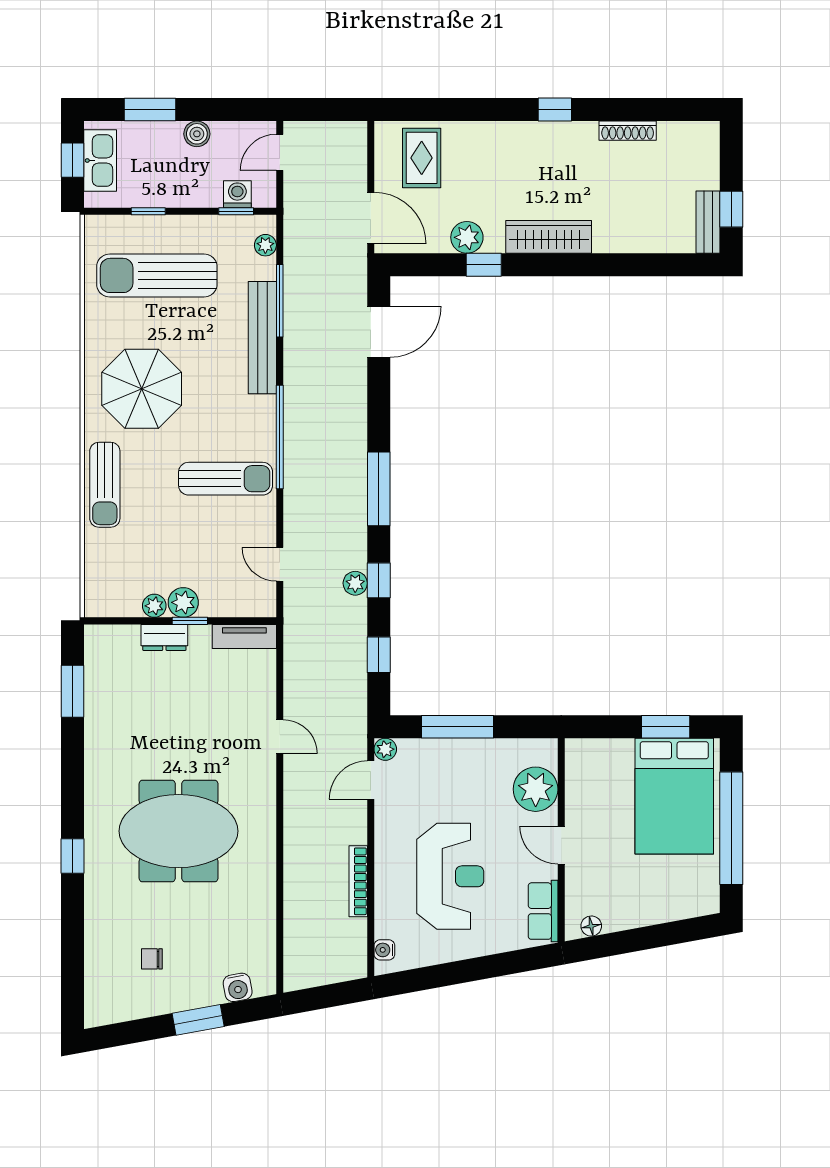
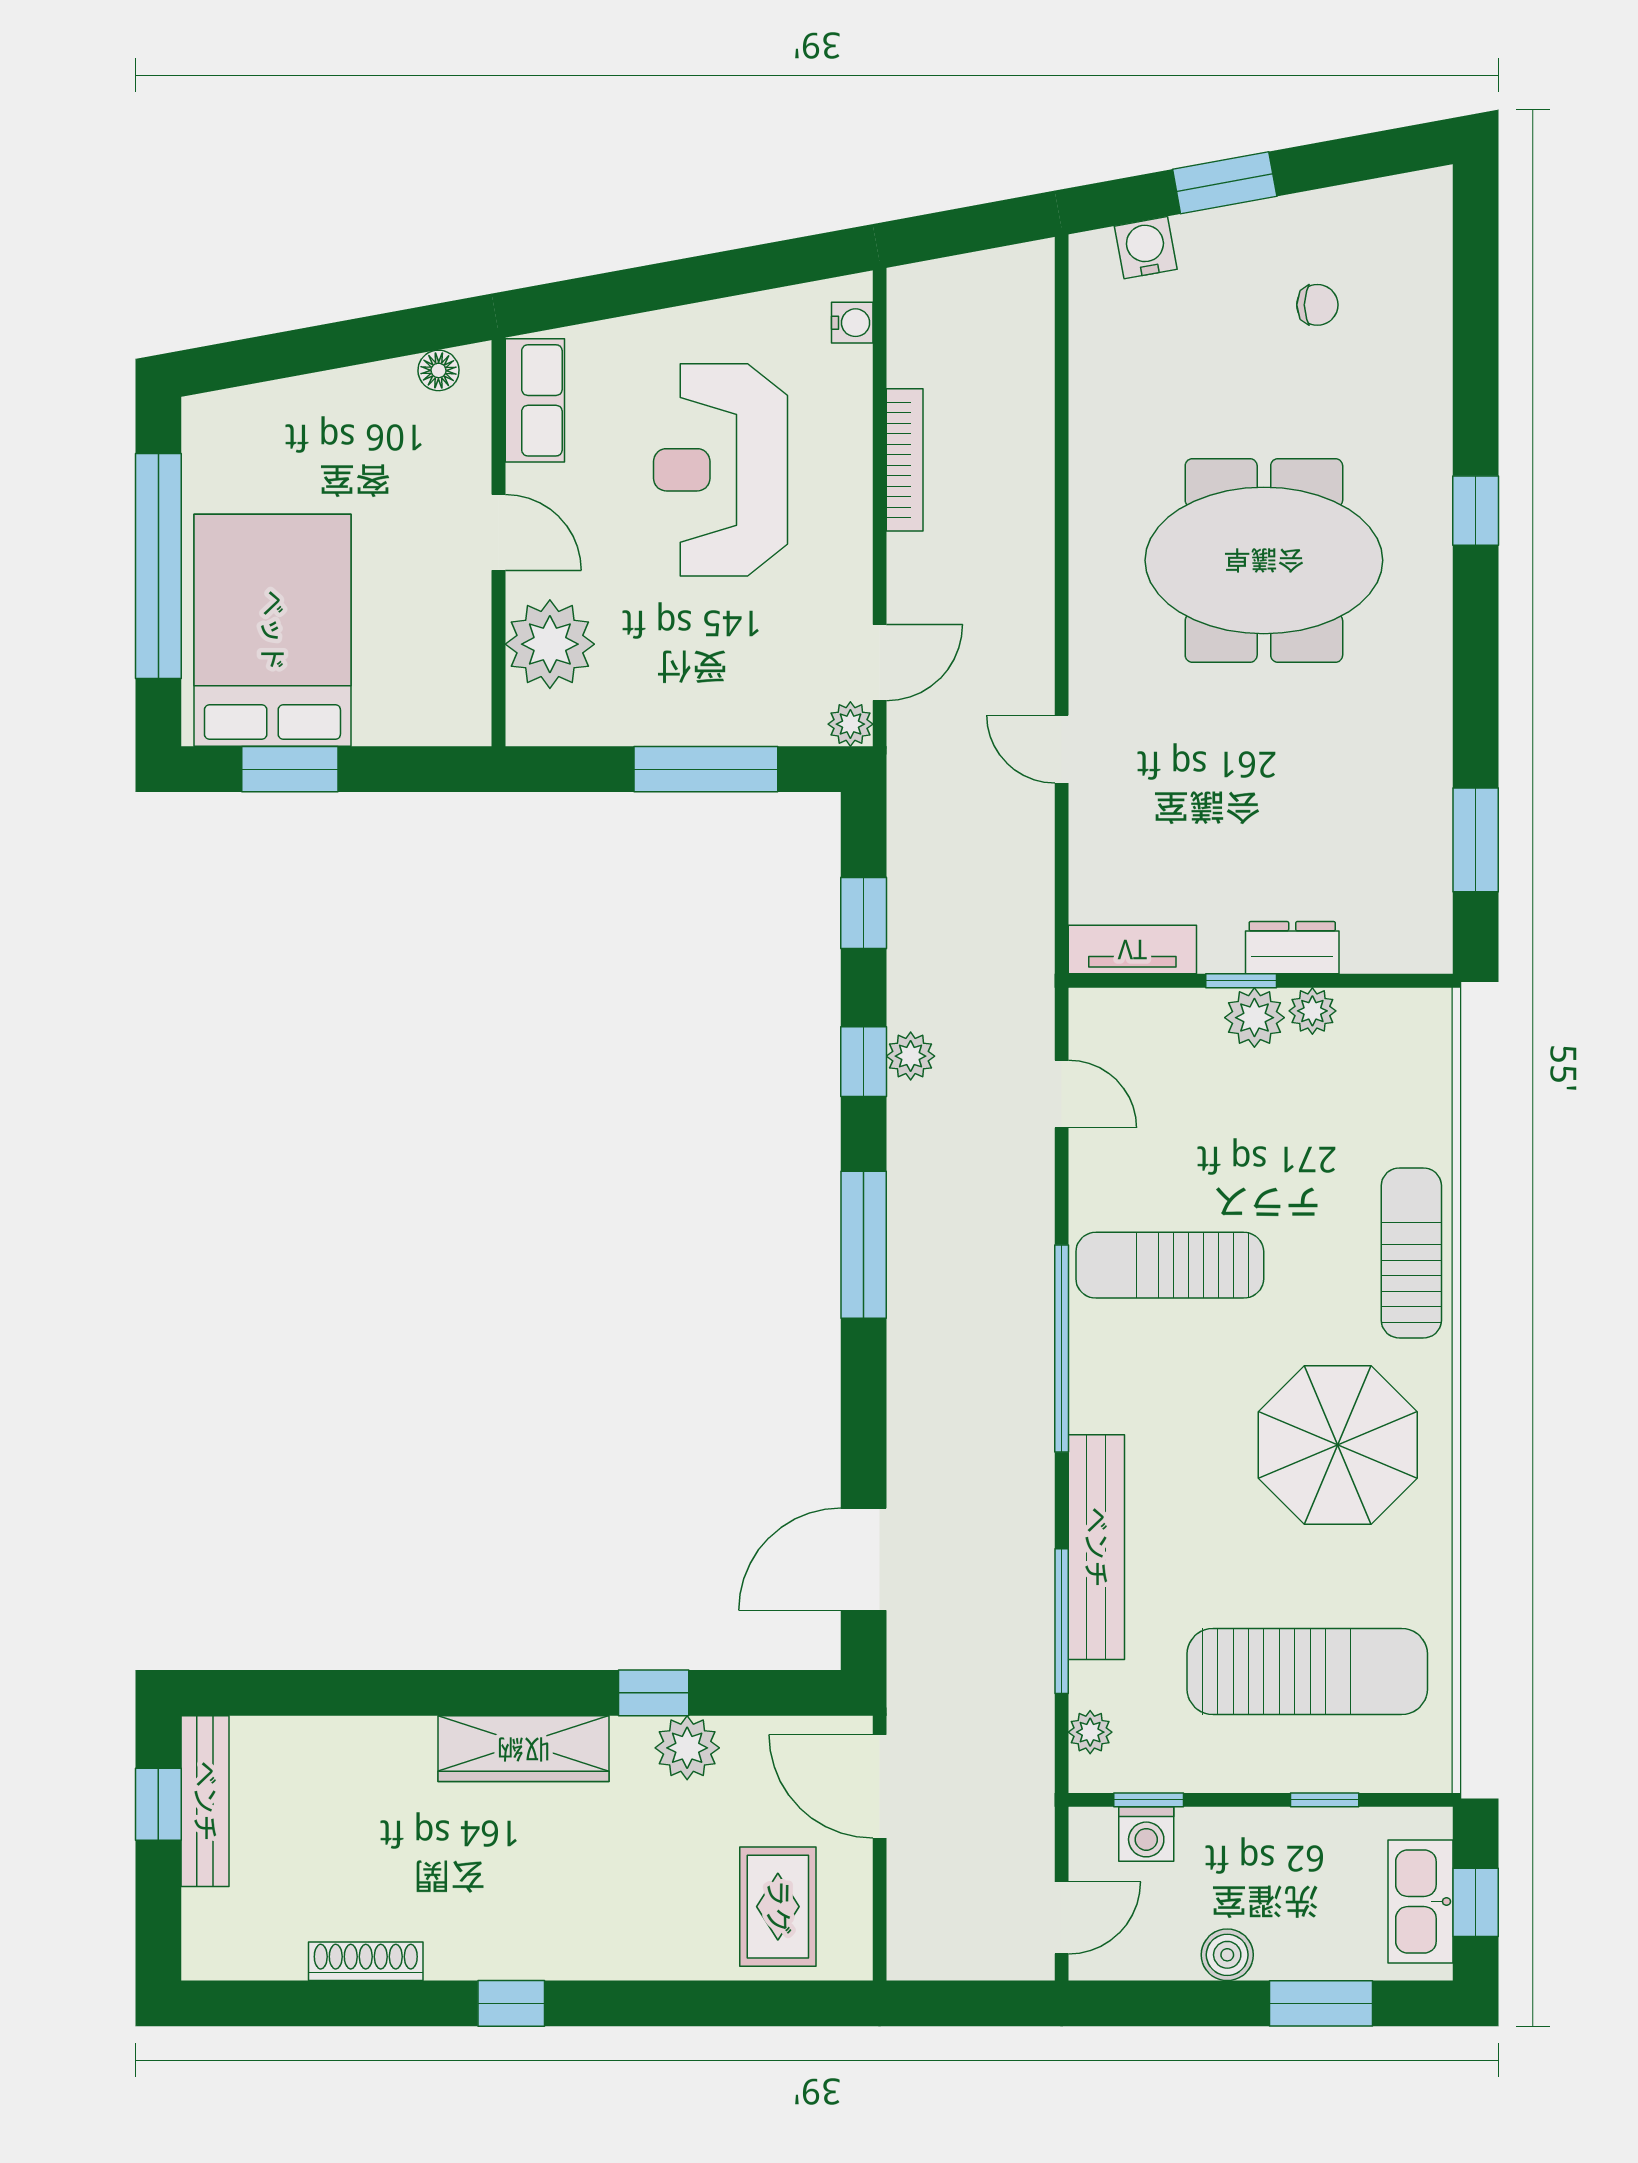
bench: (708, 222) -> (205, 1801), width x1.36

